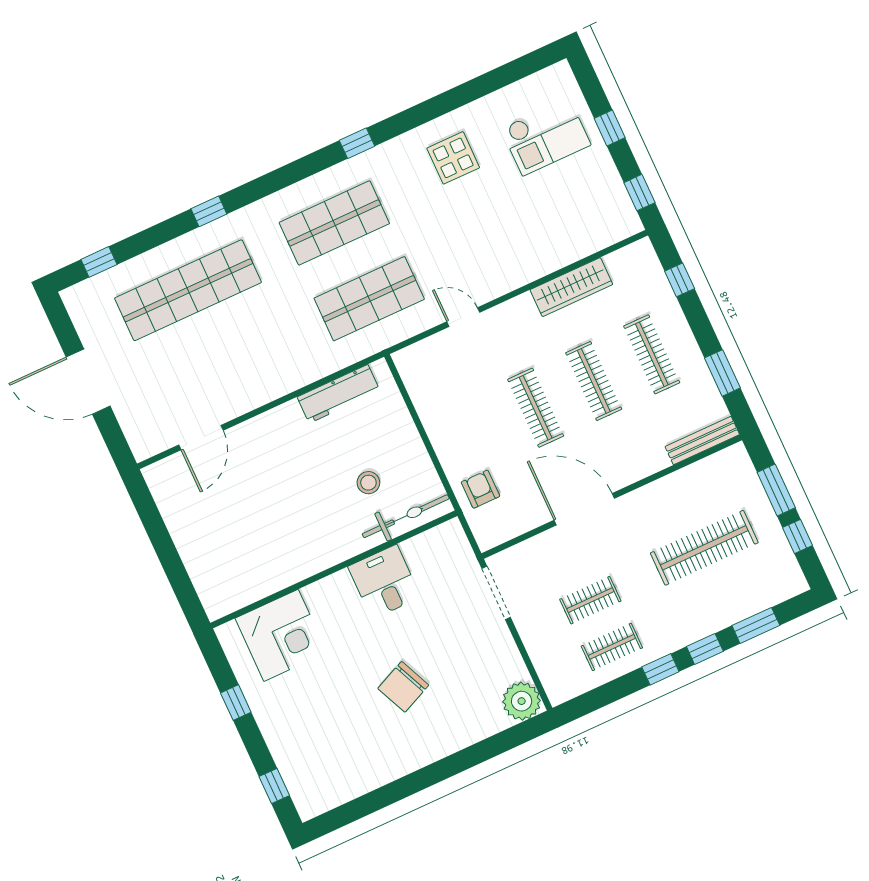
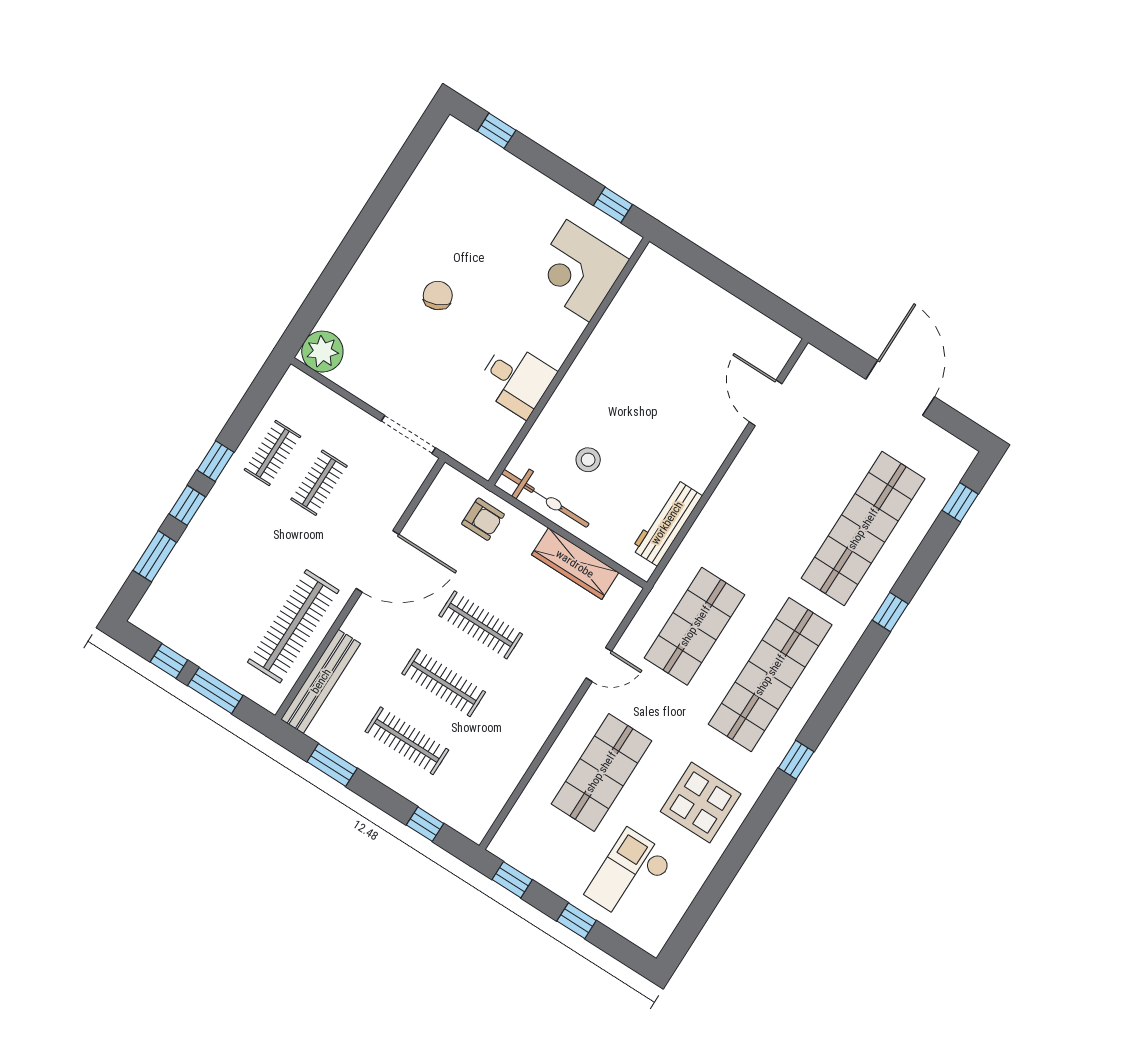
display table: (453, 158) -> (701, 803), width x1.36, depth x1.36
shop shelf: (334, 223) -> (770, 675), width x1.40
shop shelf: (515, 231) -> (601, 772), added
wardrobe: (571, 287) -> (575, 564), moved, turned -90
door: (88, 382) -> (900, 388), hinge flipped
bench: (702, 441) -> (321, 681), width x1.37, depth x1.21
bicycle: (406, 516) -> (545, 498), moved, turned -90
clothes rail: (704, 548) -> (293, 626), moved
chair: (403, 687) -> (438, 296), width x0.73, depth x0.73
window: (236, 703) -> (613, 205), moved

